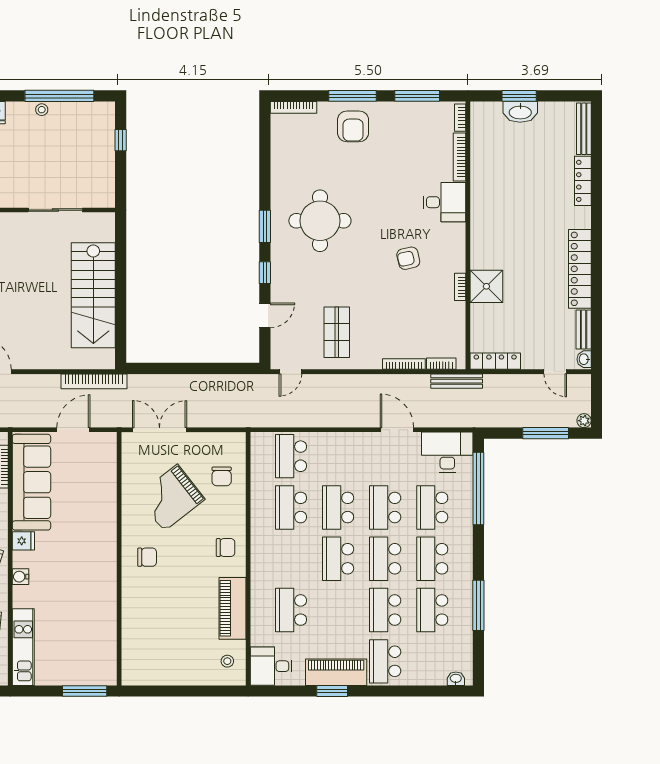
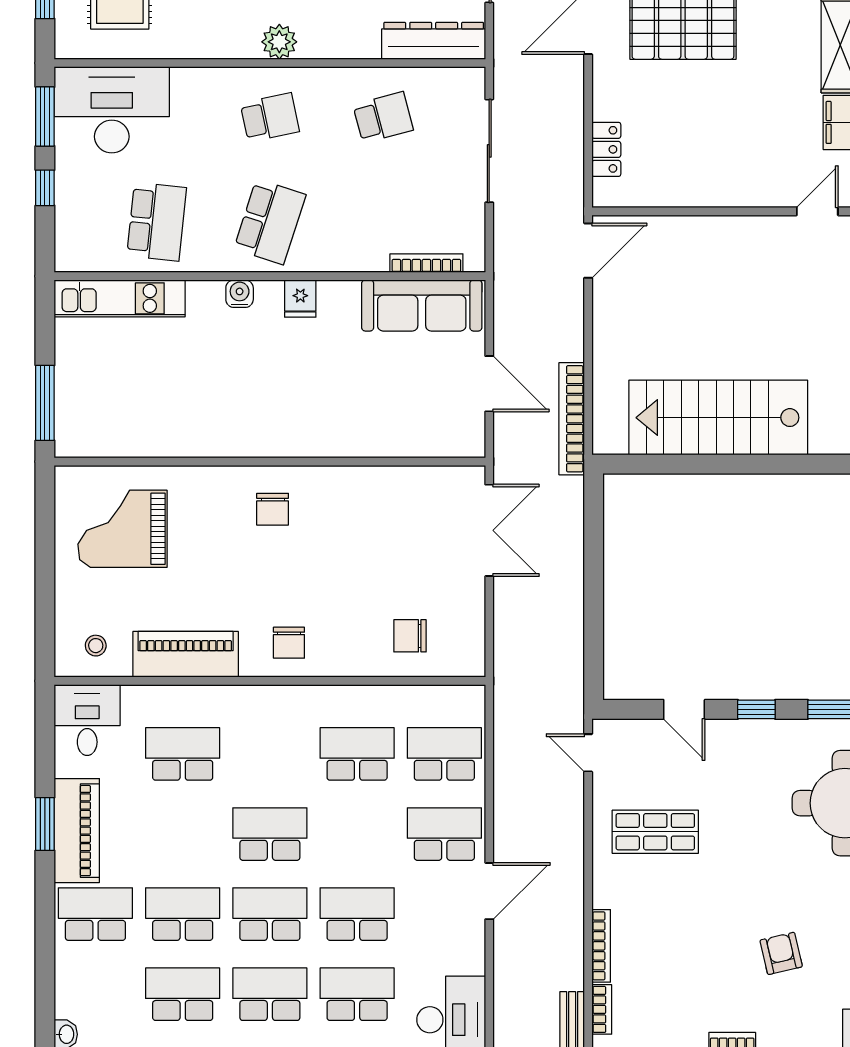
door: (397, 430) -> (489, 891), moved
sofa: (31, 482) -> (422, 305), width x0.74, depth x0.79
grand piano: (171, 498) -> (122, 529), moved, turned -52
school desk: (338, 507) -> (444, 834), moved

